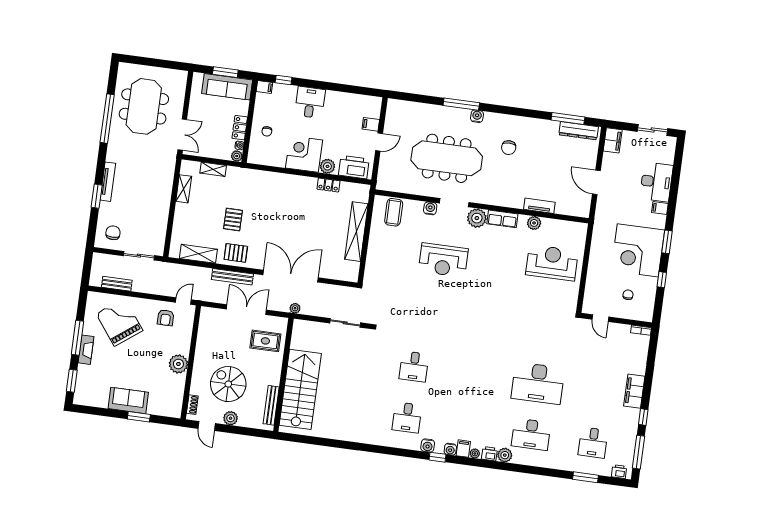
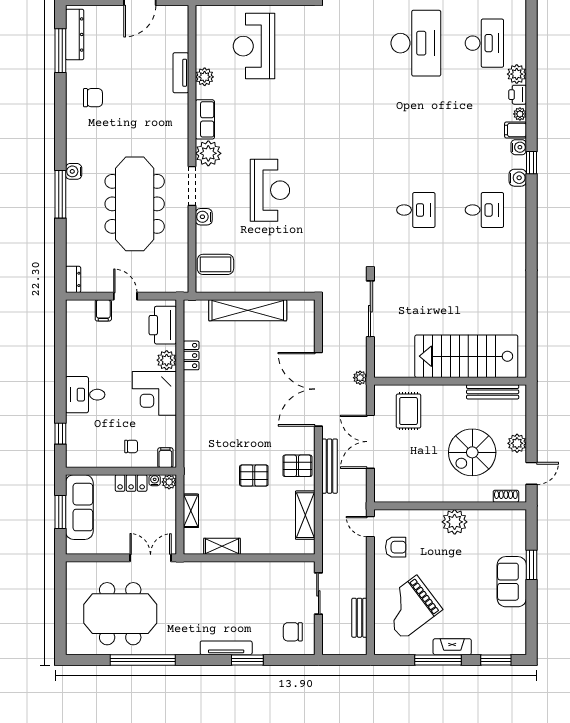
filing cabinet: (264, 87) -> (165, 458), moved
dresser: (397, 105) -> (73, 279), added
chair: (509, 148) -> (93, 98), moved
pallet: (236, 253) -> (297, 466), turned 90
sliding door: (345, 323) -> (370, 309), width x1.37

